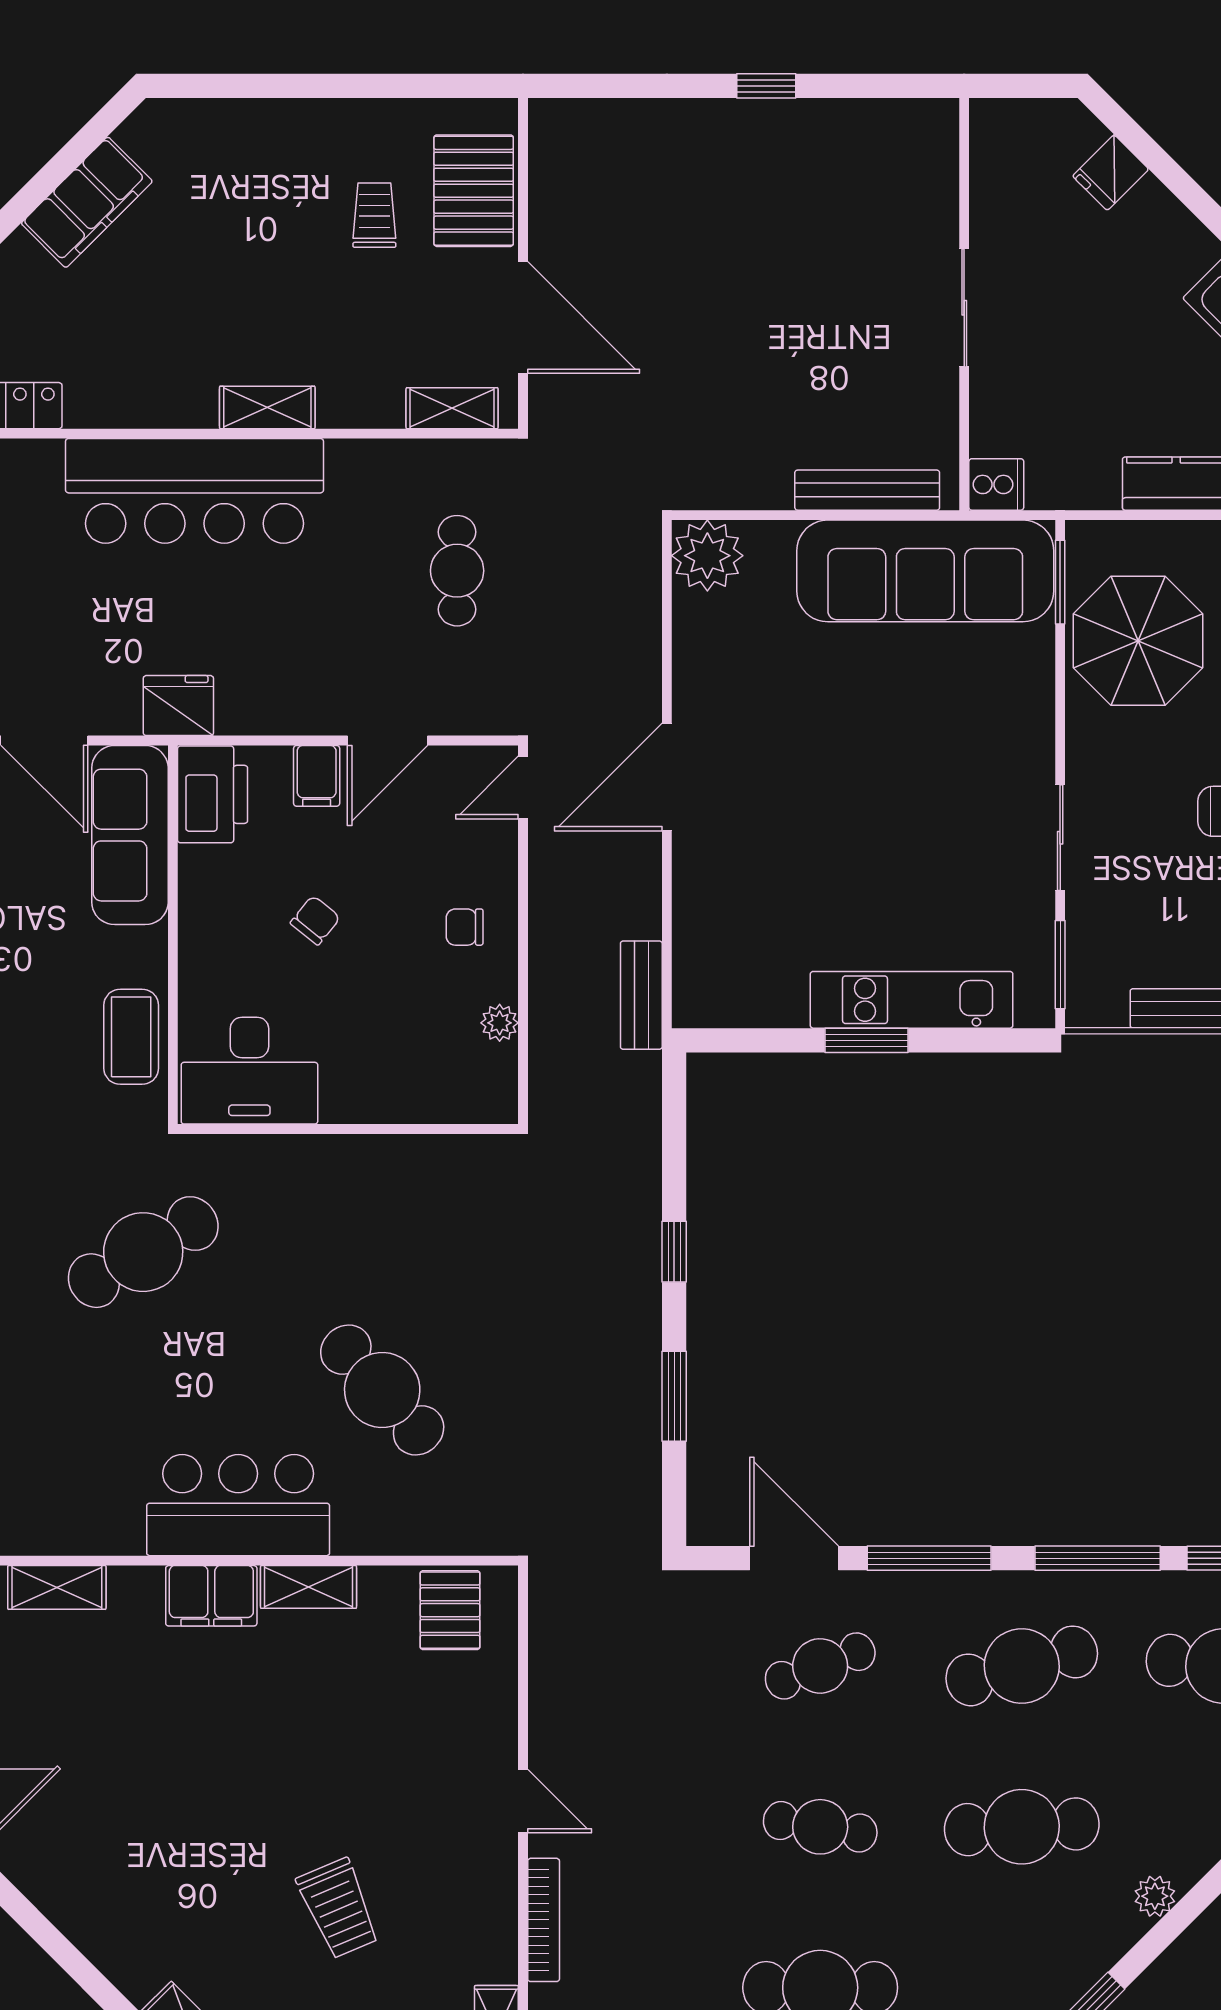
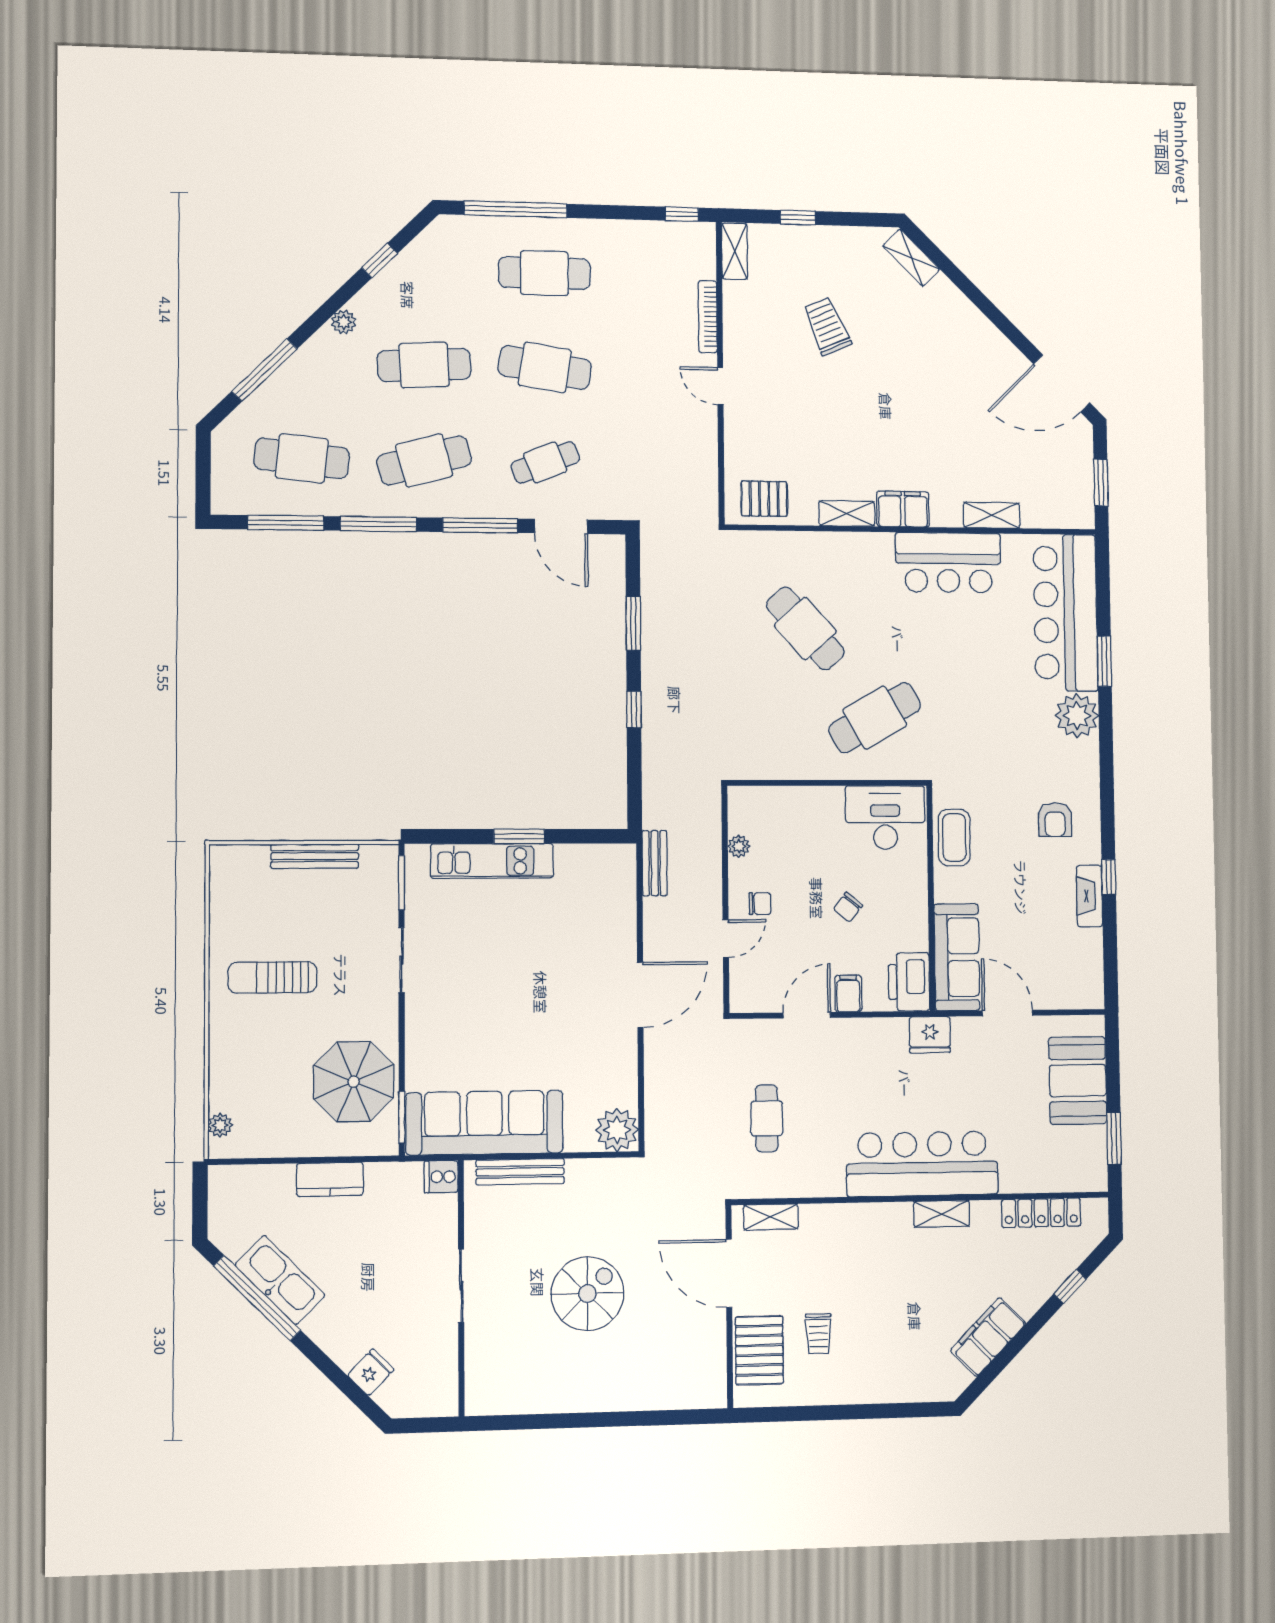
window: (766, 86) -> (583, 1420), removed
spiral stairs: (758, 290) -> (587, 1294), added
shelving: (267, 407) -> (942, 1214), moved
door: (523, 787) -> (726, 939), moved
cafe table: (143, 1252) -> (875, 718), moved
bar counter: (238, 1505) -> (948, 563), moved
pallet: (450, 1610) -> (764, 499), turned 90
cafe table: (820, 1827) -> (545, 368), width x1.37, depth x1.35

